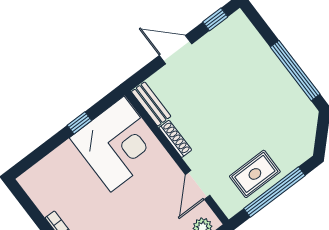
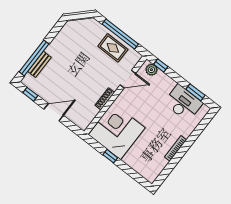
door: (176, 50) -> (54, 112), swing flipped
window: (295, 71) -> (34, 58), moved
bench: (151, 104) -> (40, 64), moved

